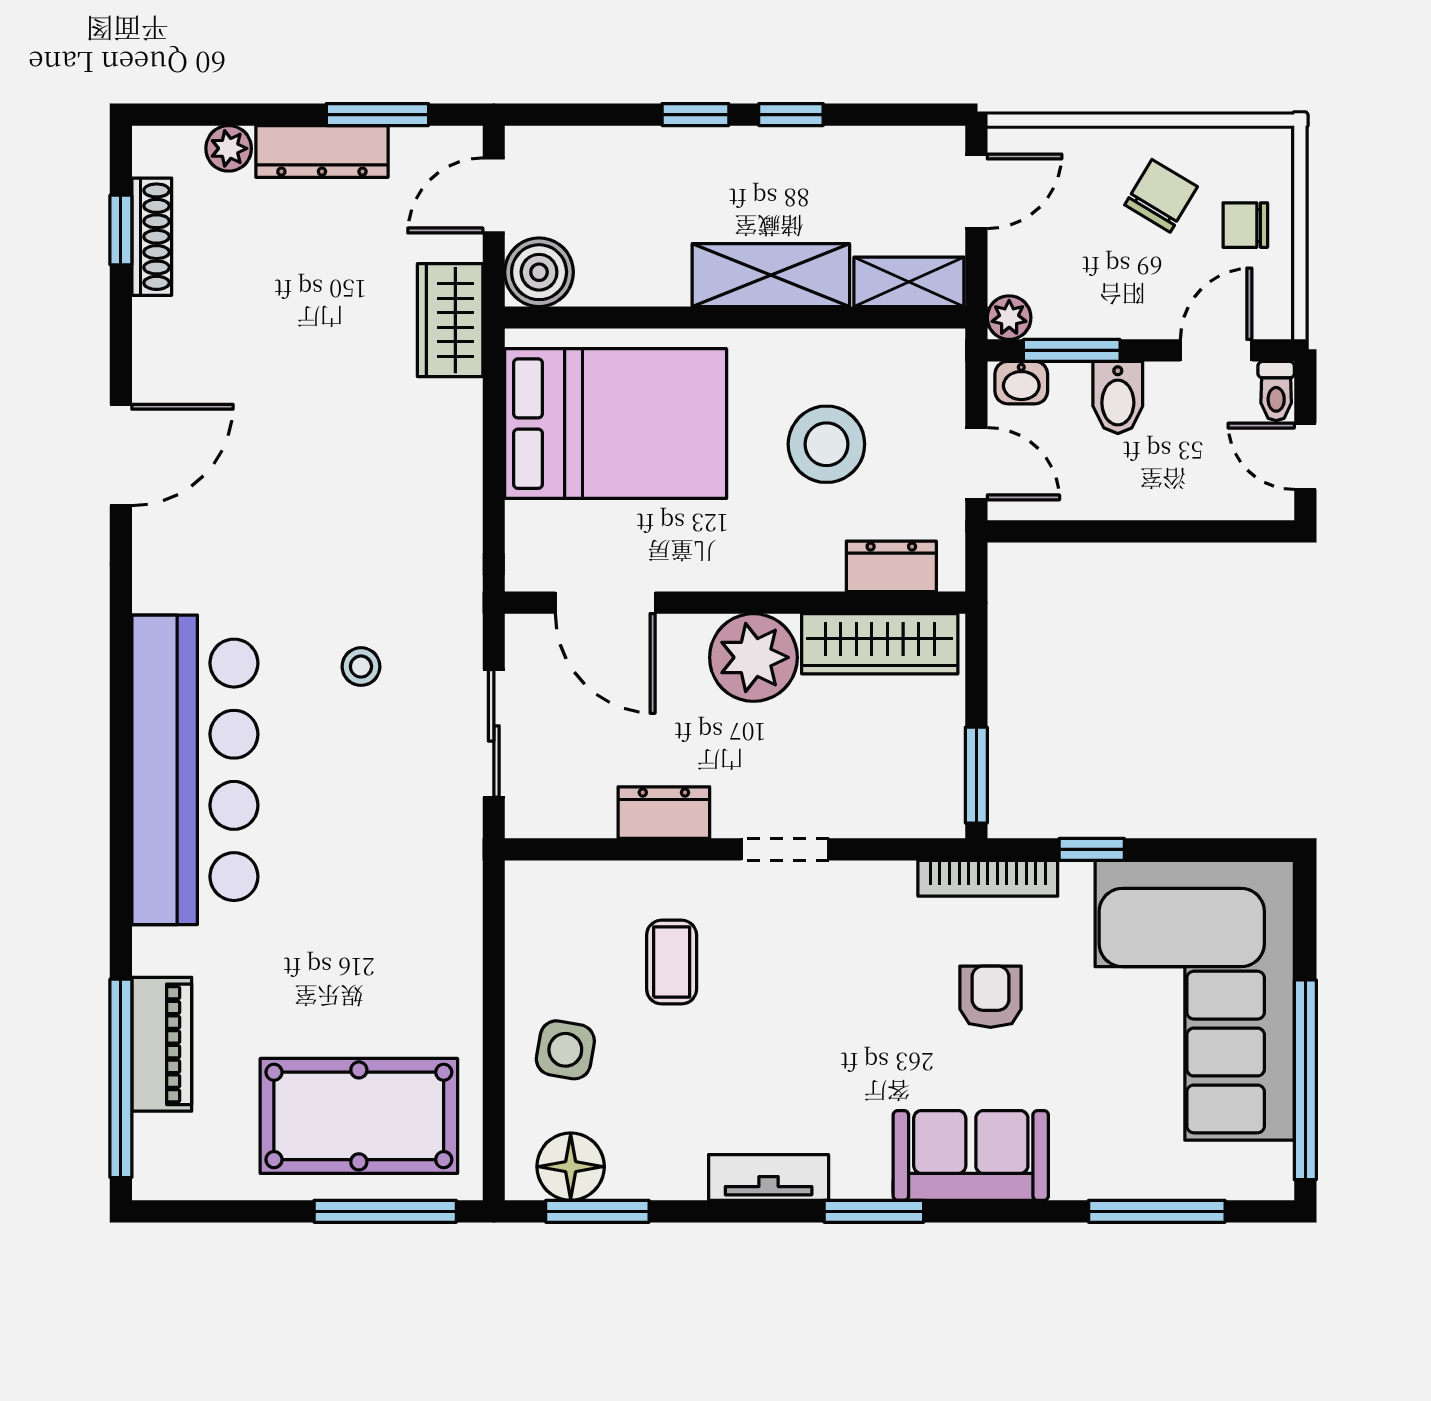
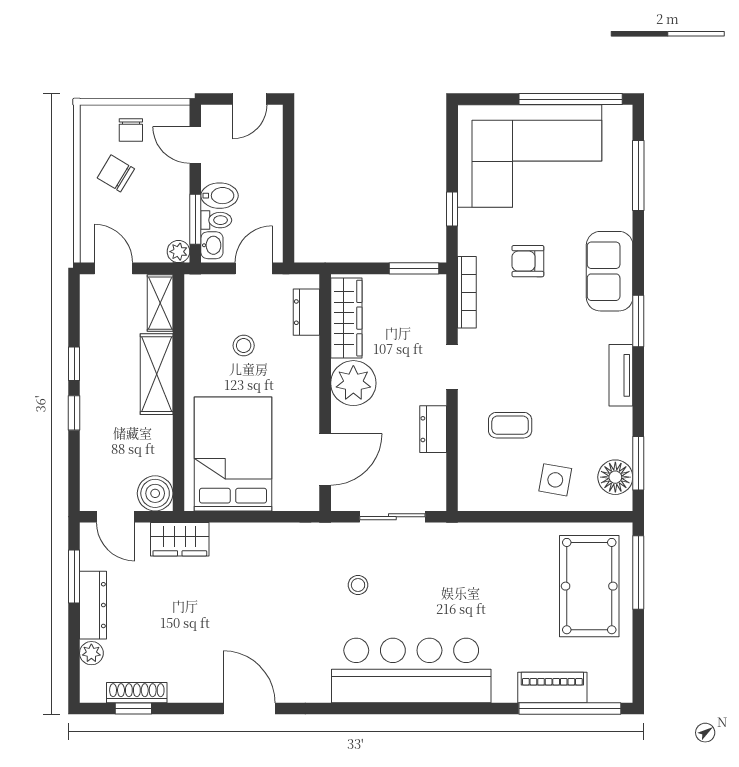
toilet: (1276, 391) -> (216, 220), moved
stool: (826, 444) -> (244, 346), width x0.53, depth x0.53
bookcase: (988, 878) -> (467, 292), moved

